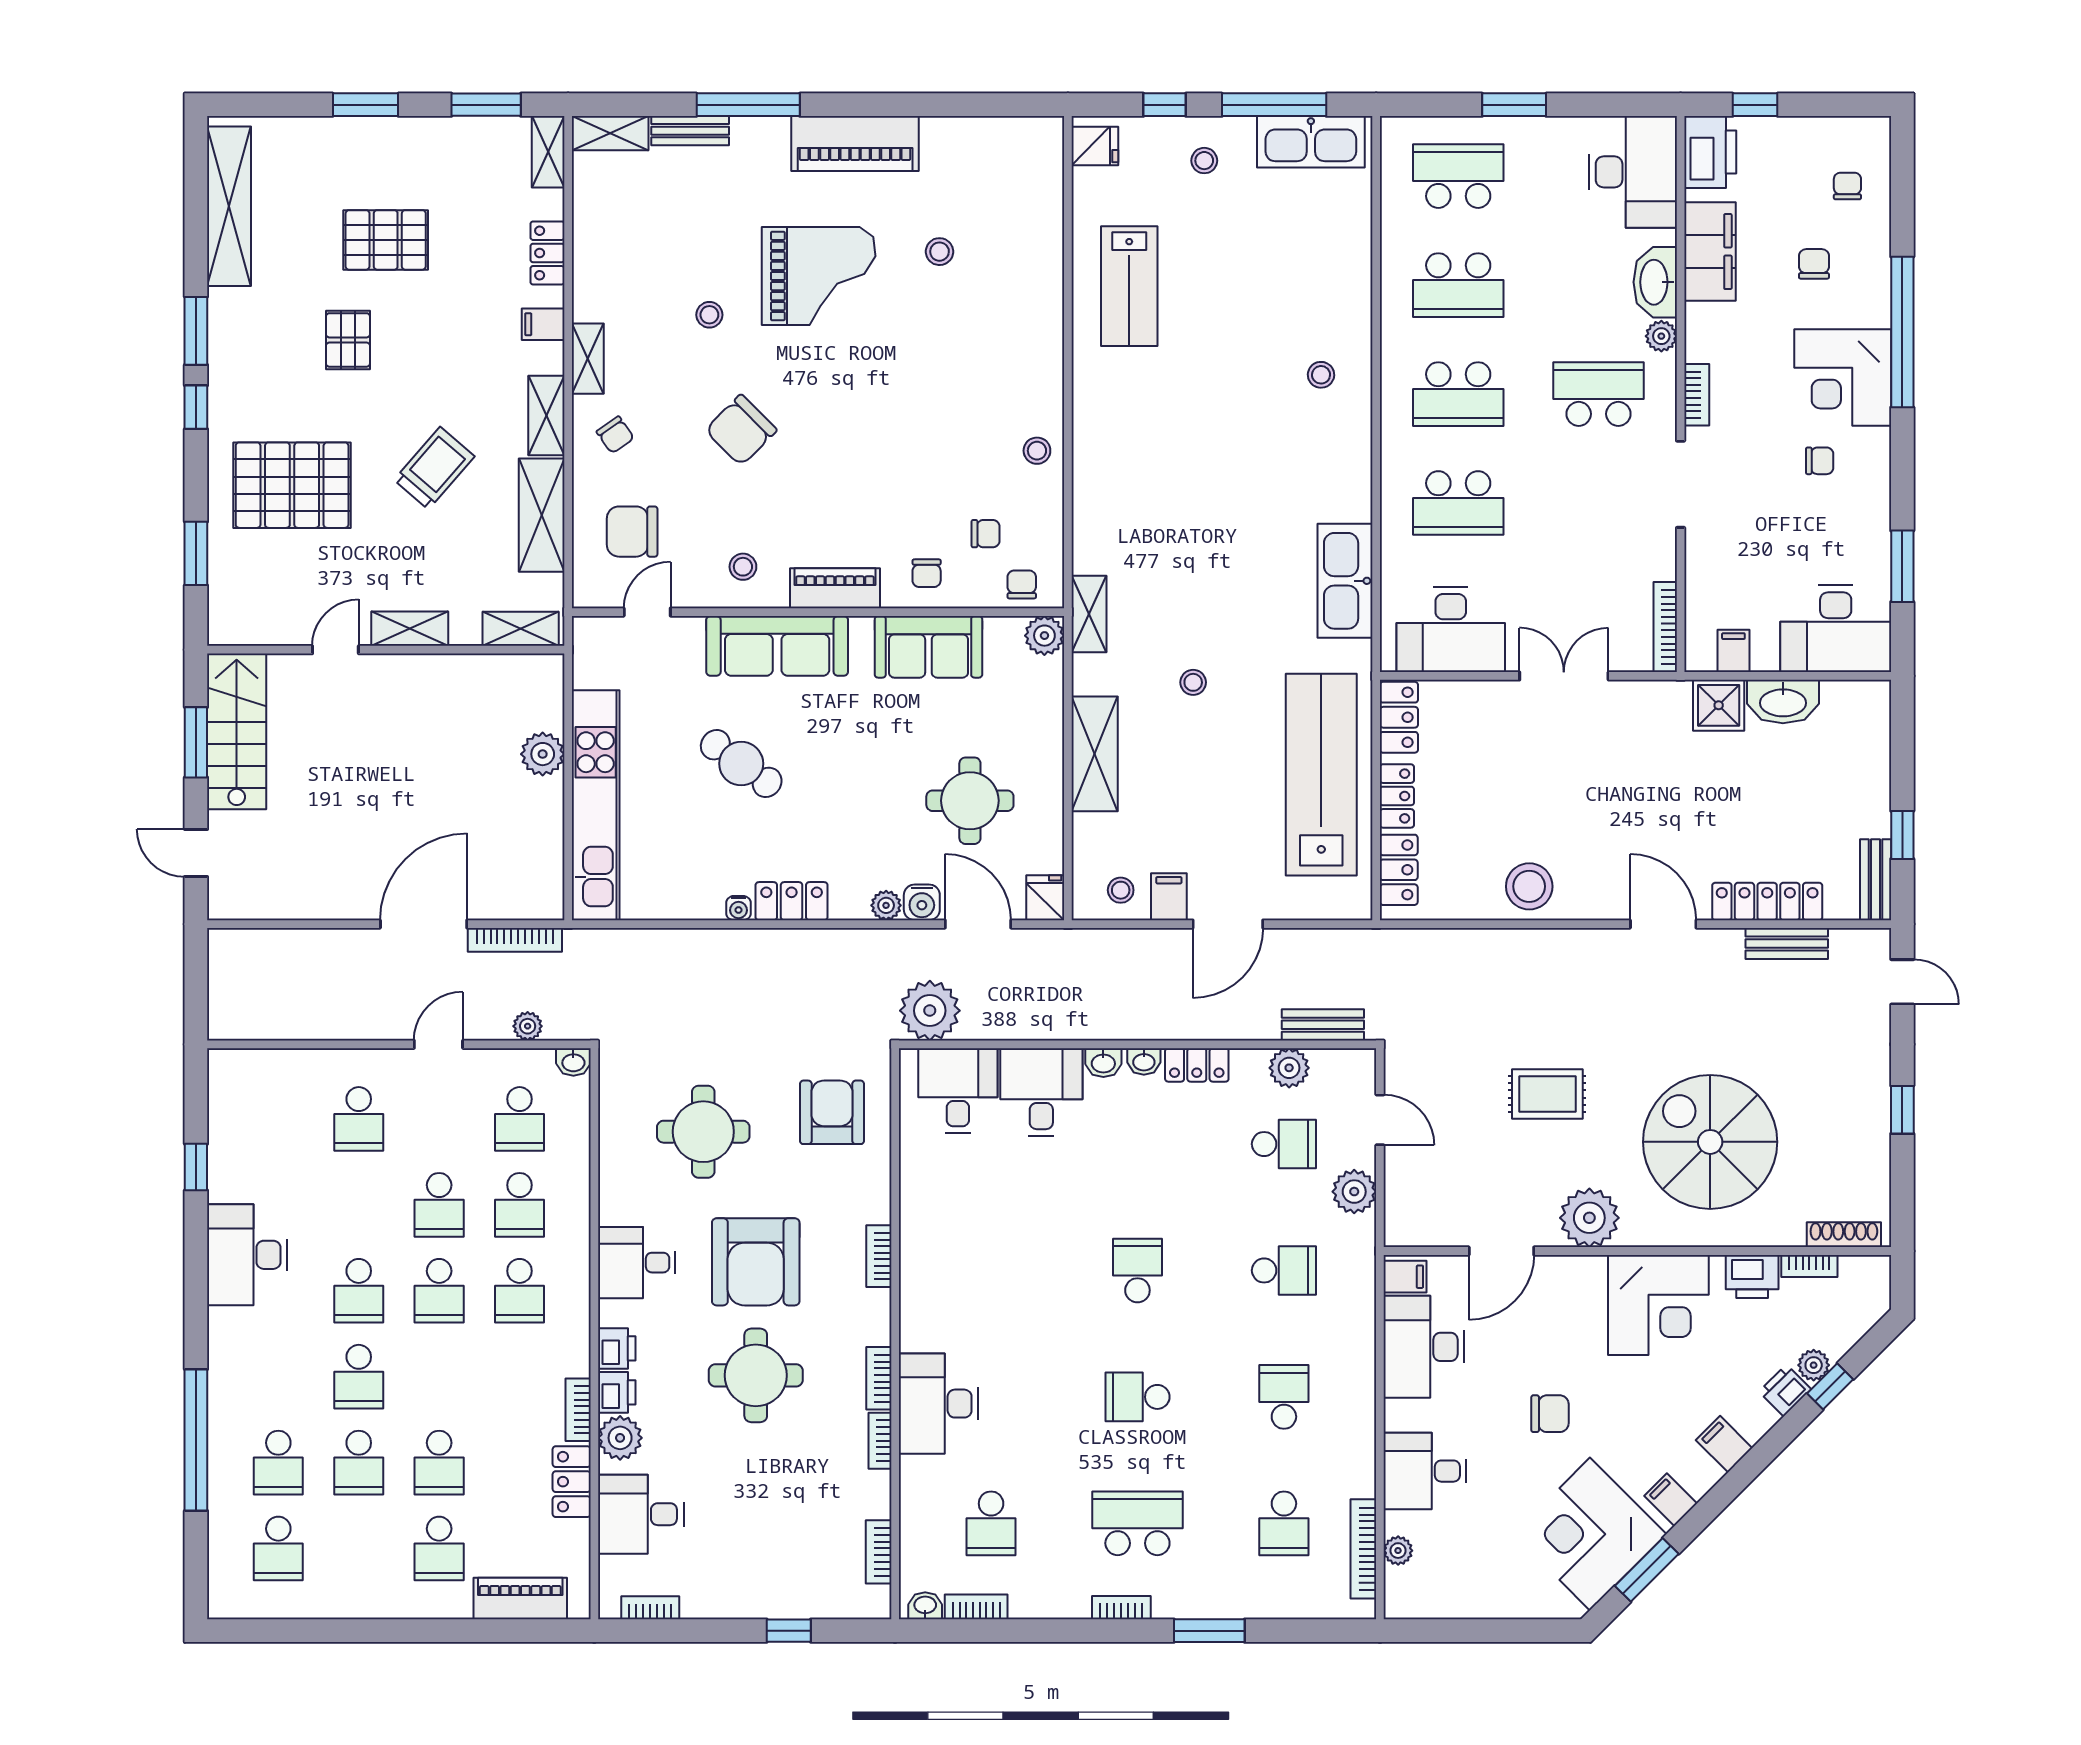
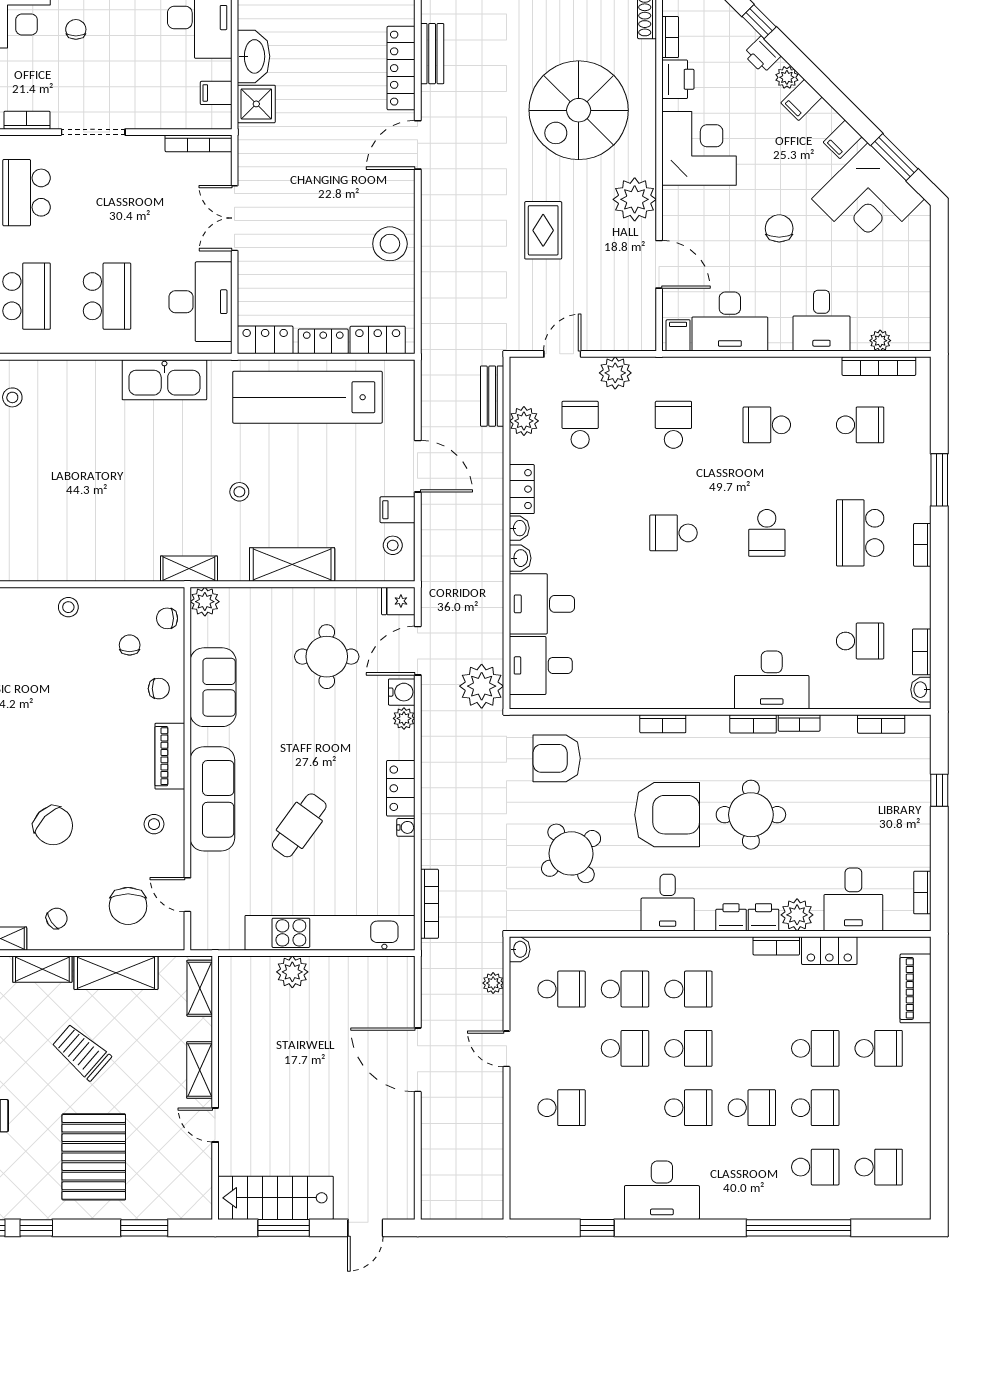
bookcase: (515, 940) -> (429, 904), moved
round table: (703, 1132) -> (571, 853), turned -35
plant: (1814, 1365) -> (787, 77), moved

